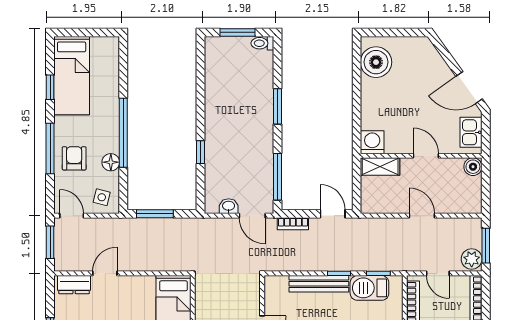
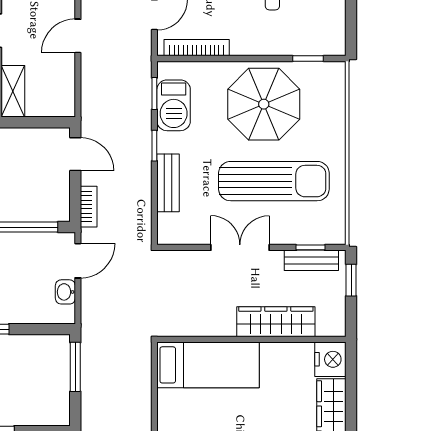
window: (155, 214) -> (75, 367), moved
door: (333, 214) -> (75, 154), swing flipped
bench: (319, 284) -> (168, 183), width x0.73

